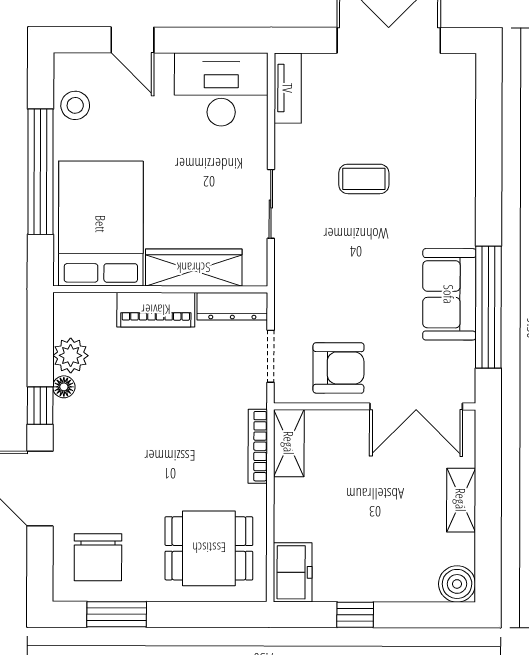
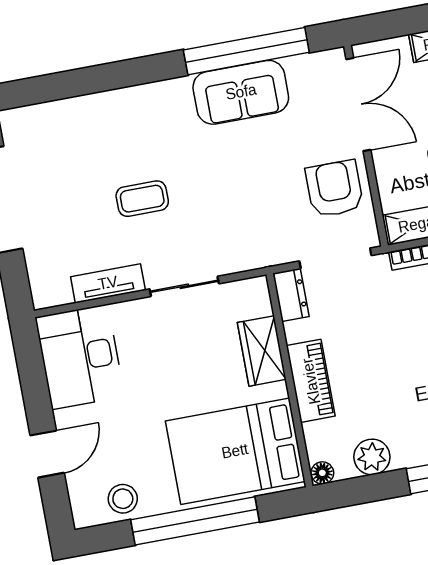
tv unit: (288, 88) -> (108, 283), moved
coffee table: (364, 179) -> (142, 199), turned 90
wardrobe: (194, 268) -> (262, 351), width x0.67
dresser: (232, 306) -> (291, 295), width x0.70
doorway: (271, 356) -> (335, 258), width x1.38
floor lamp: (64, 387) -> (322, 473), moved

